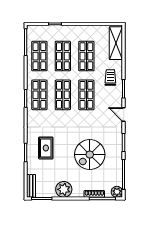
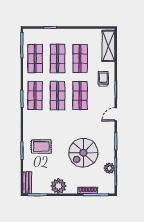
door: (124, 114) -> (116, 114), hinge flipped
rug: (46, 148) -> (41, 146), turned 90
plant: (117, 192) -> (109, 168), moved

